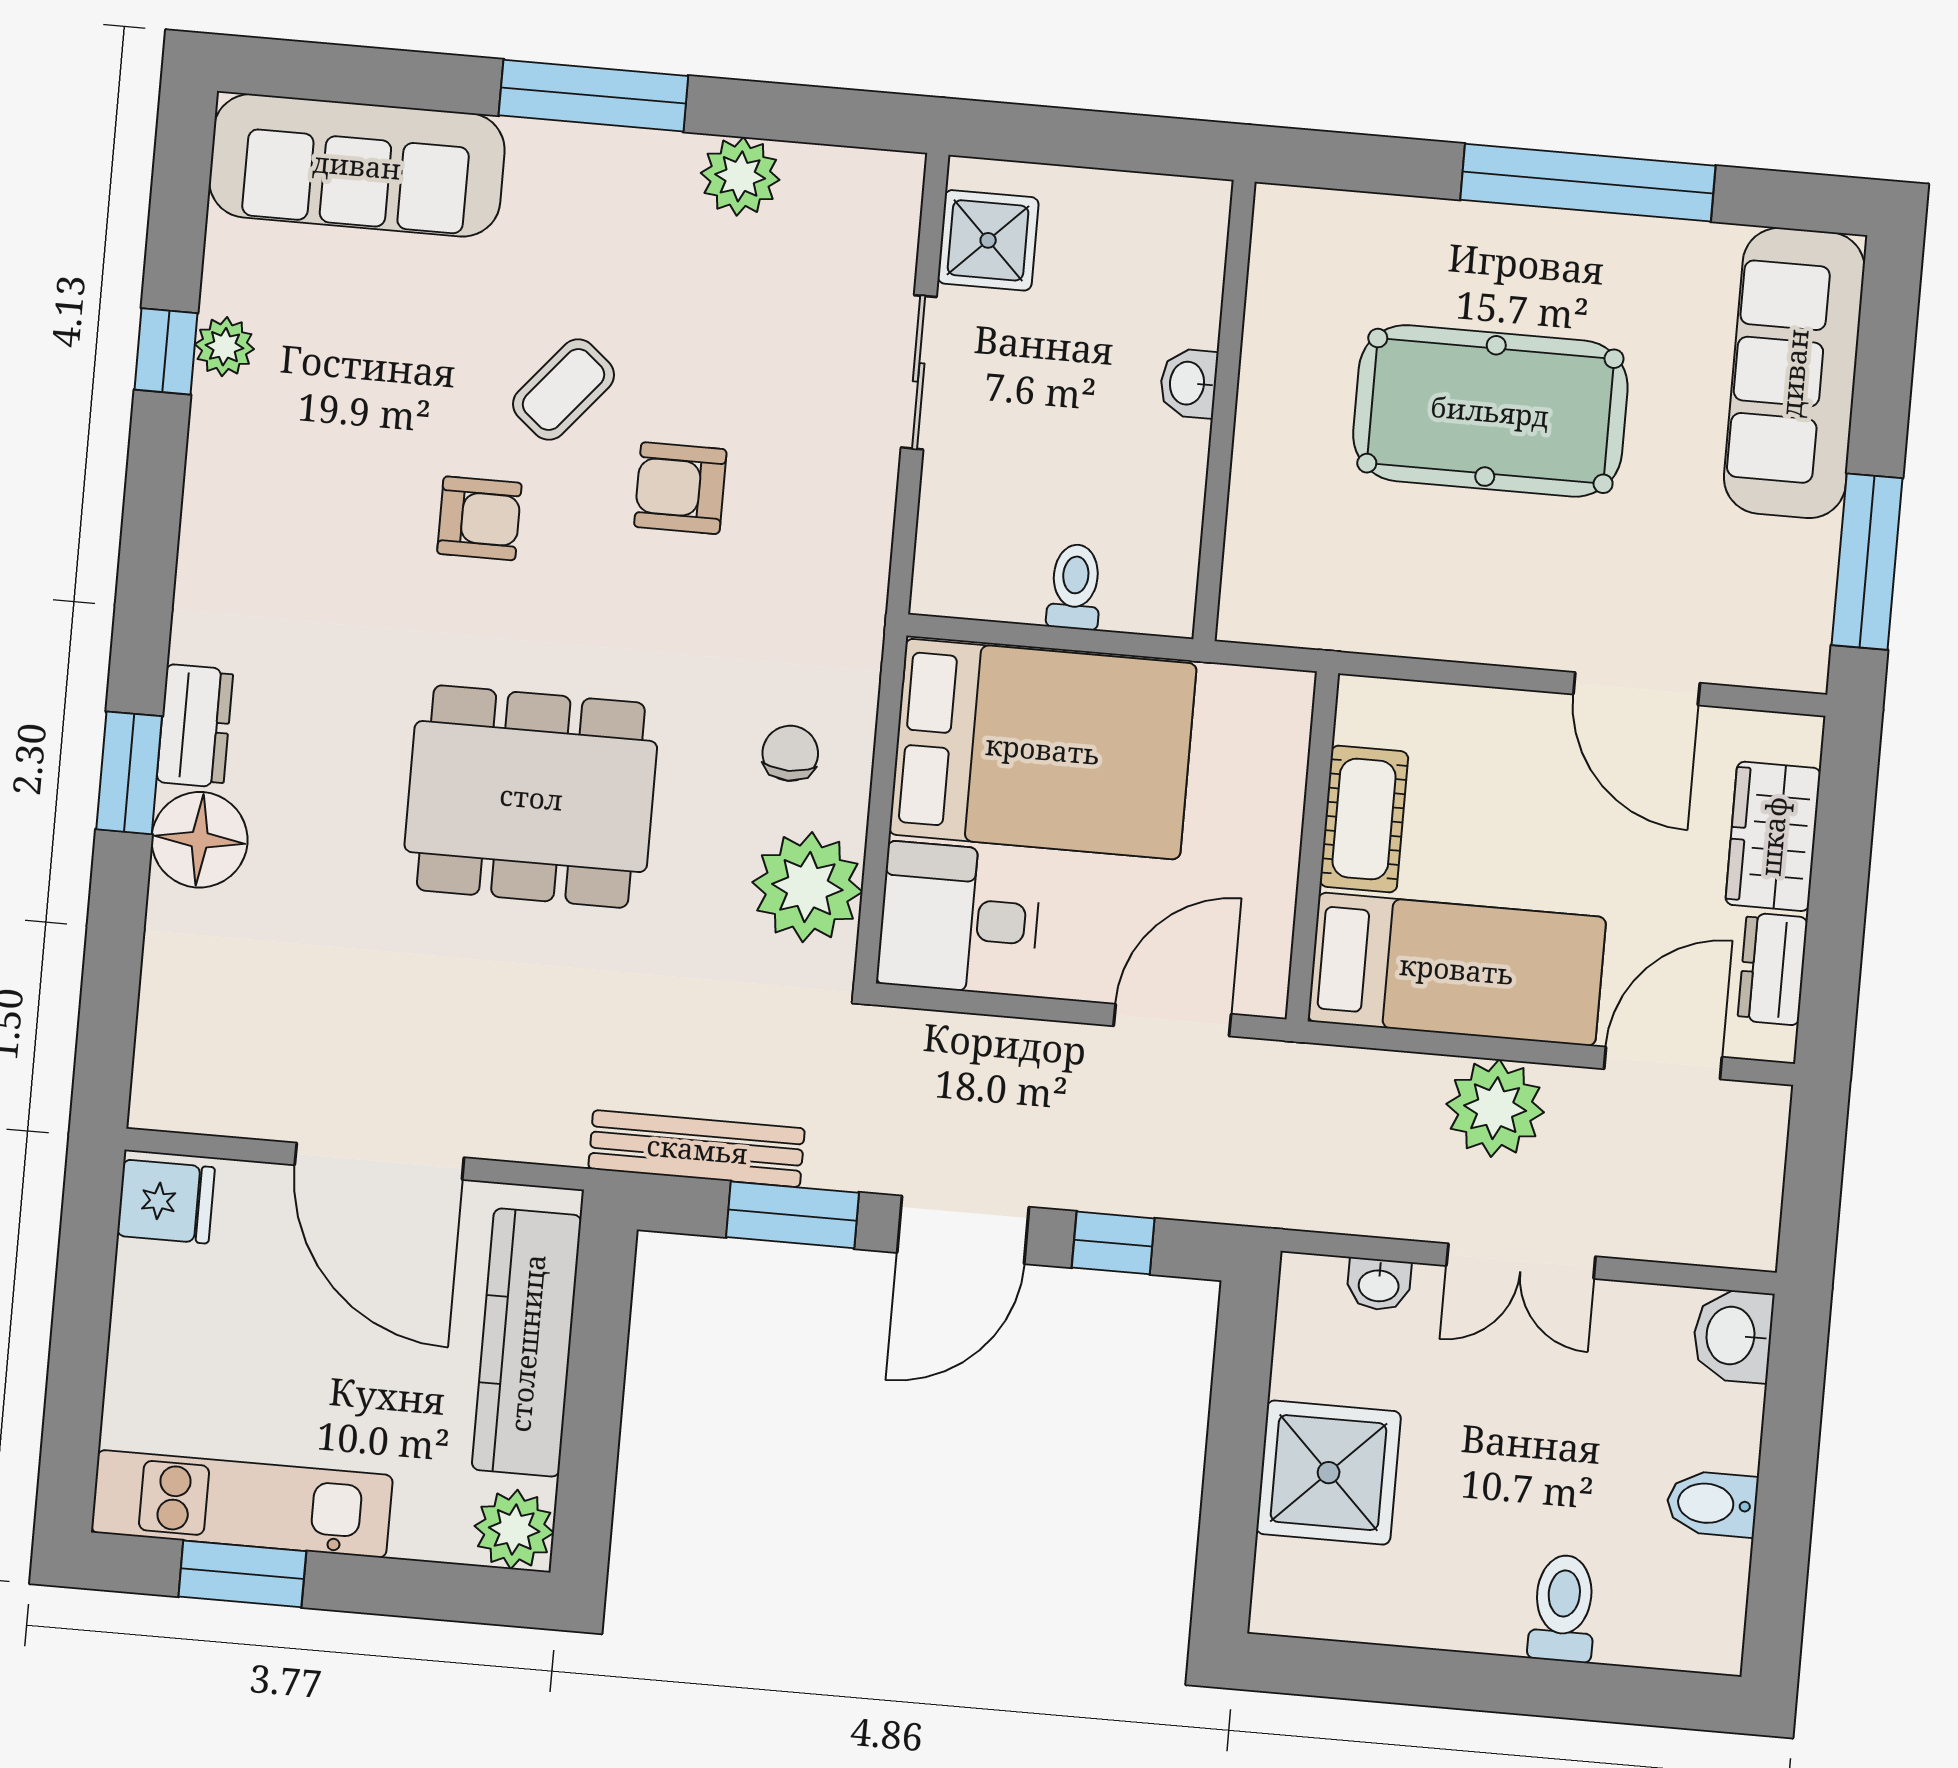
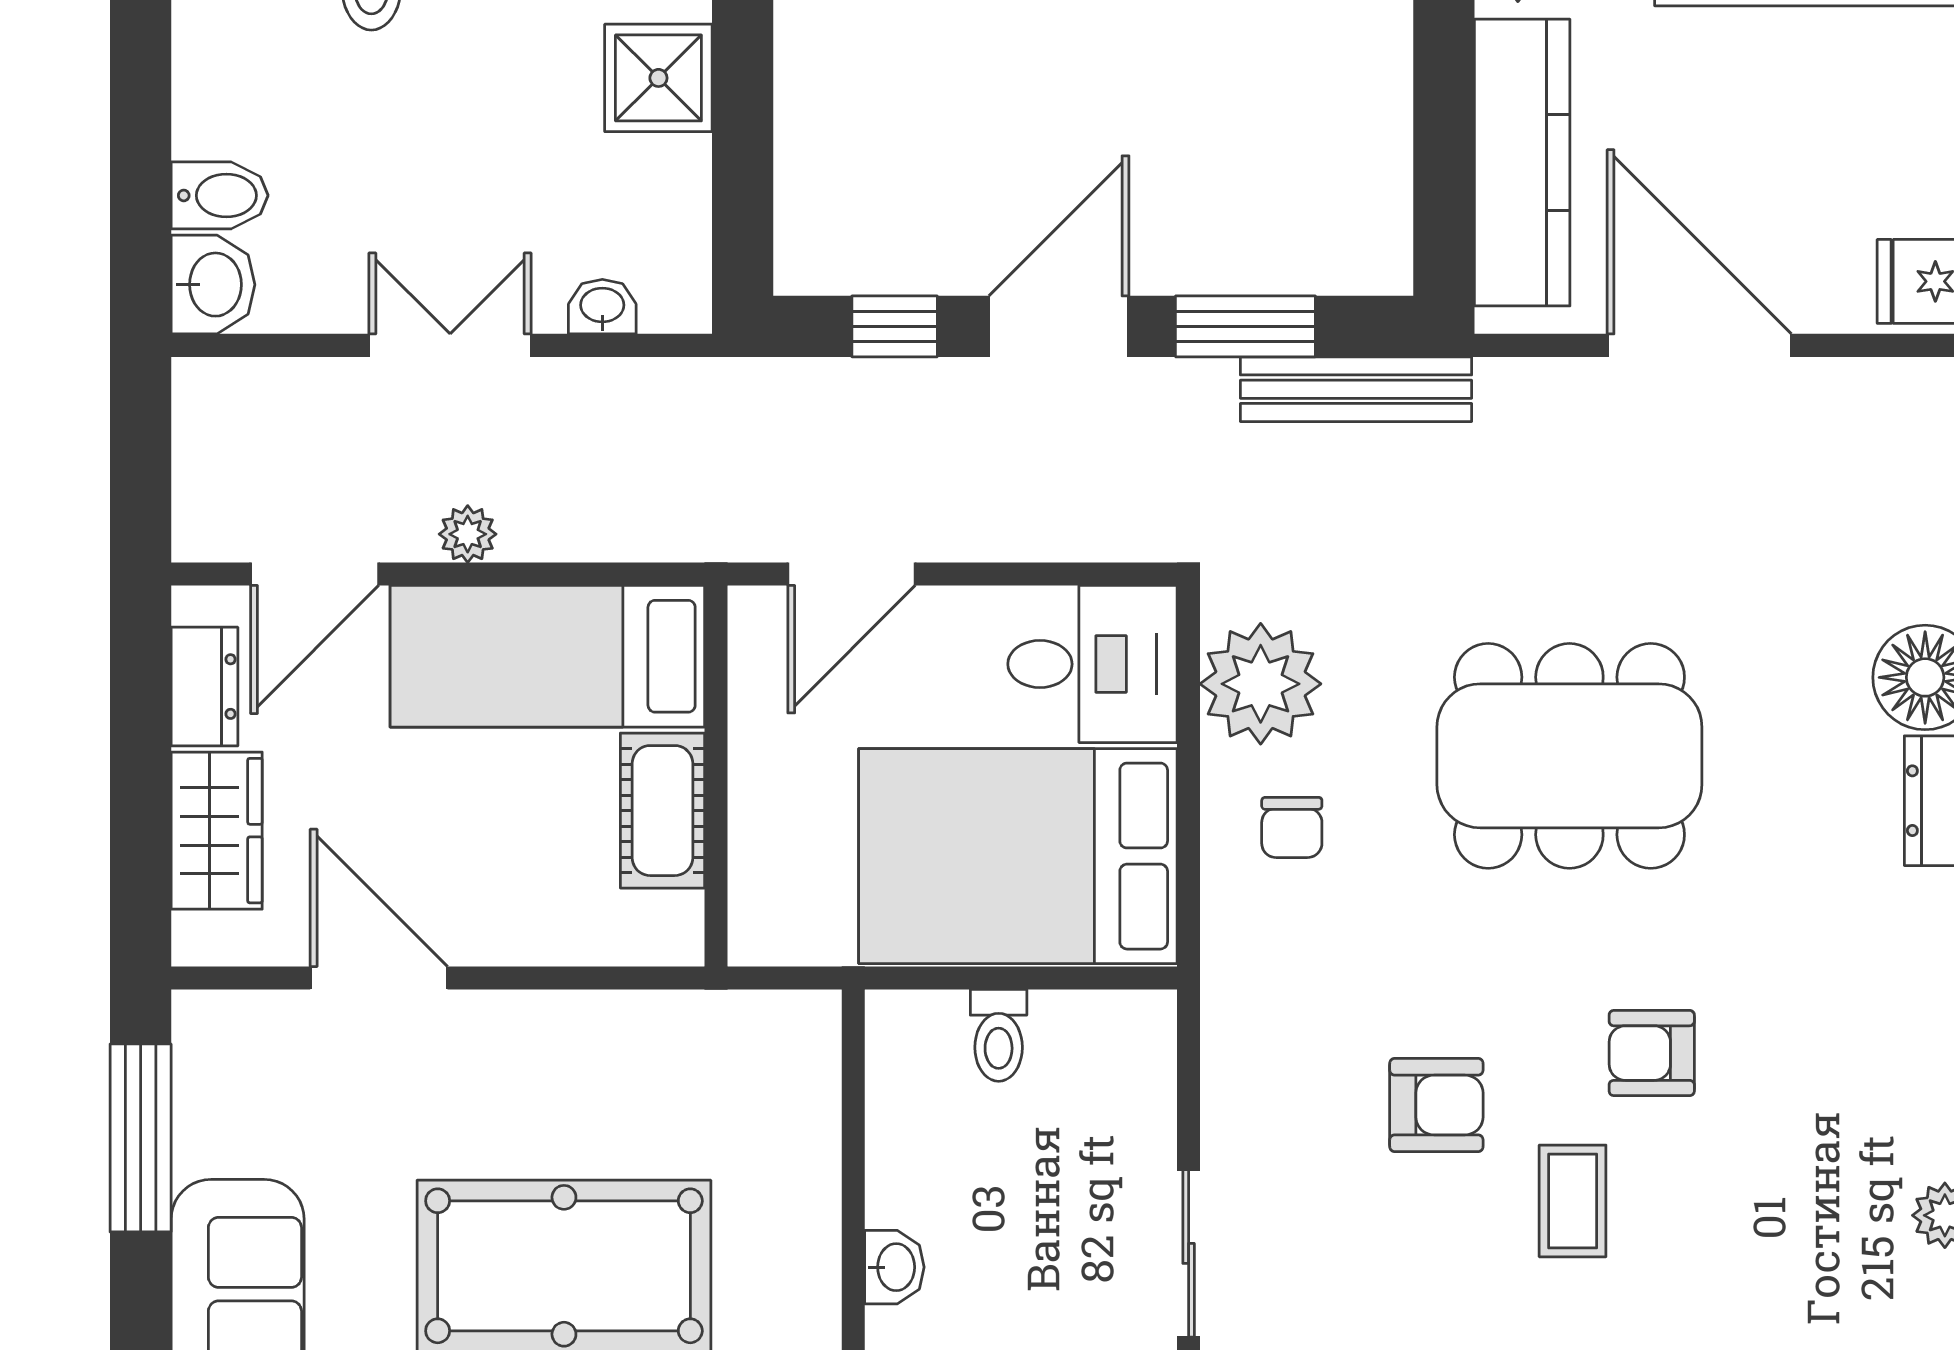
coffee table: (563, 389) -> (1573, 1201), turned -40
plant: (1495, 1108) -> (468, 534), width x0.53, depth x0.53
shower: (1329, 1473) -> (658, 78), width x0.73, depth x0.73
bidet: (1712, 1504) -> (220, 195), moved

